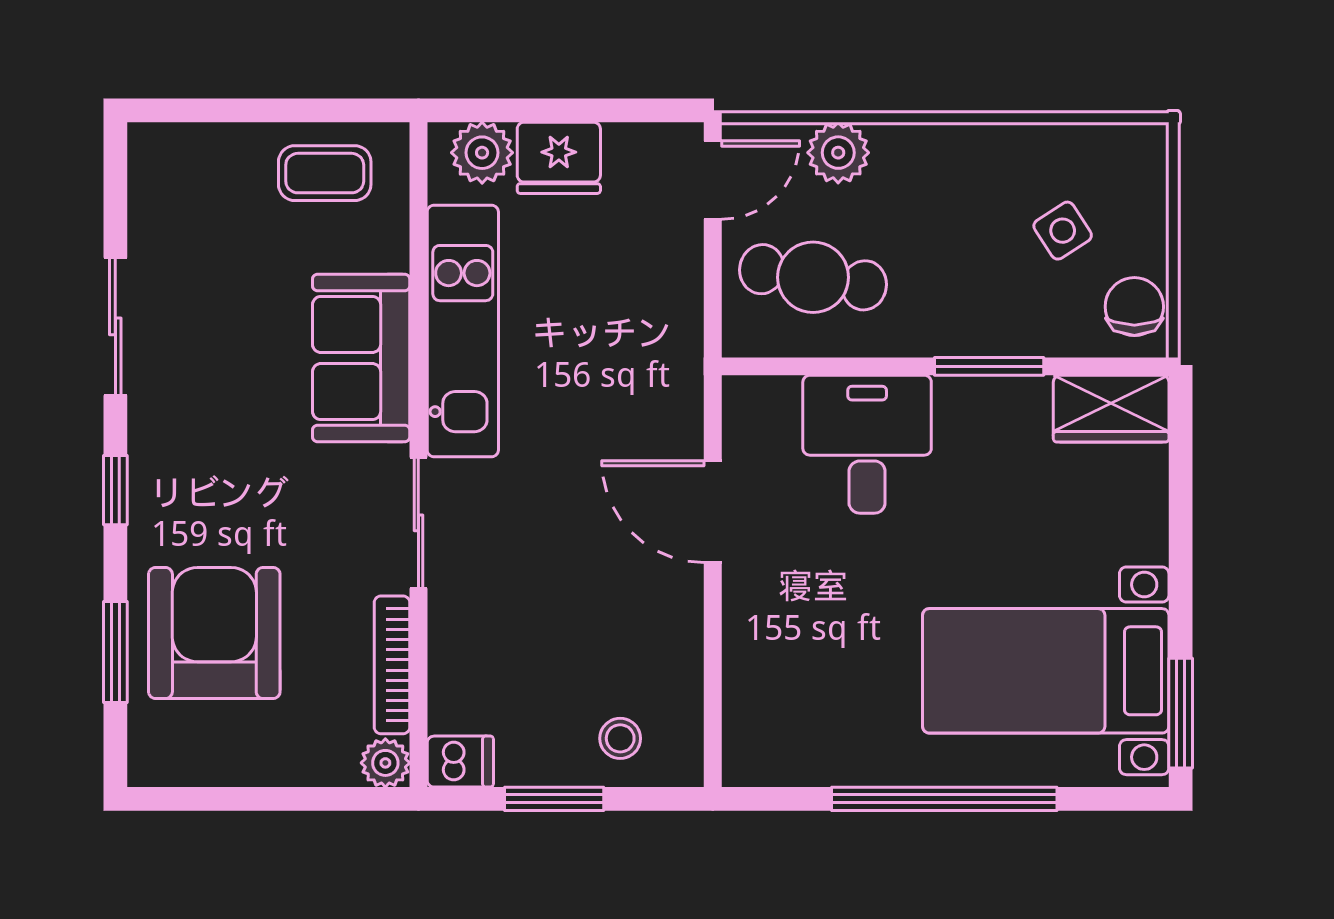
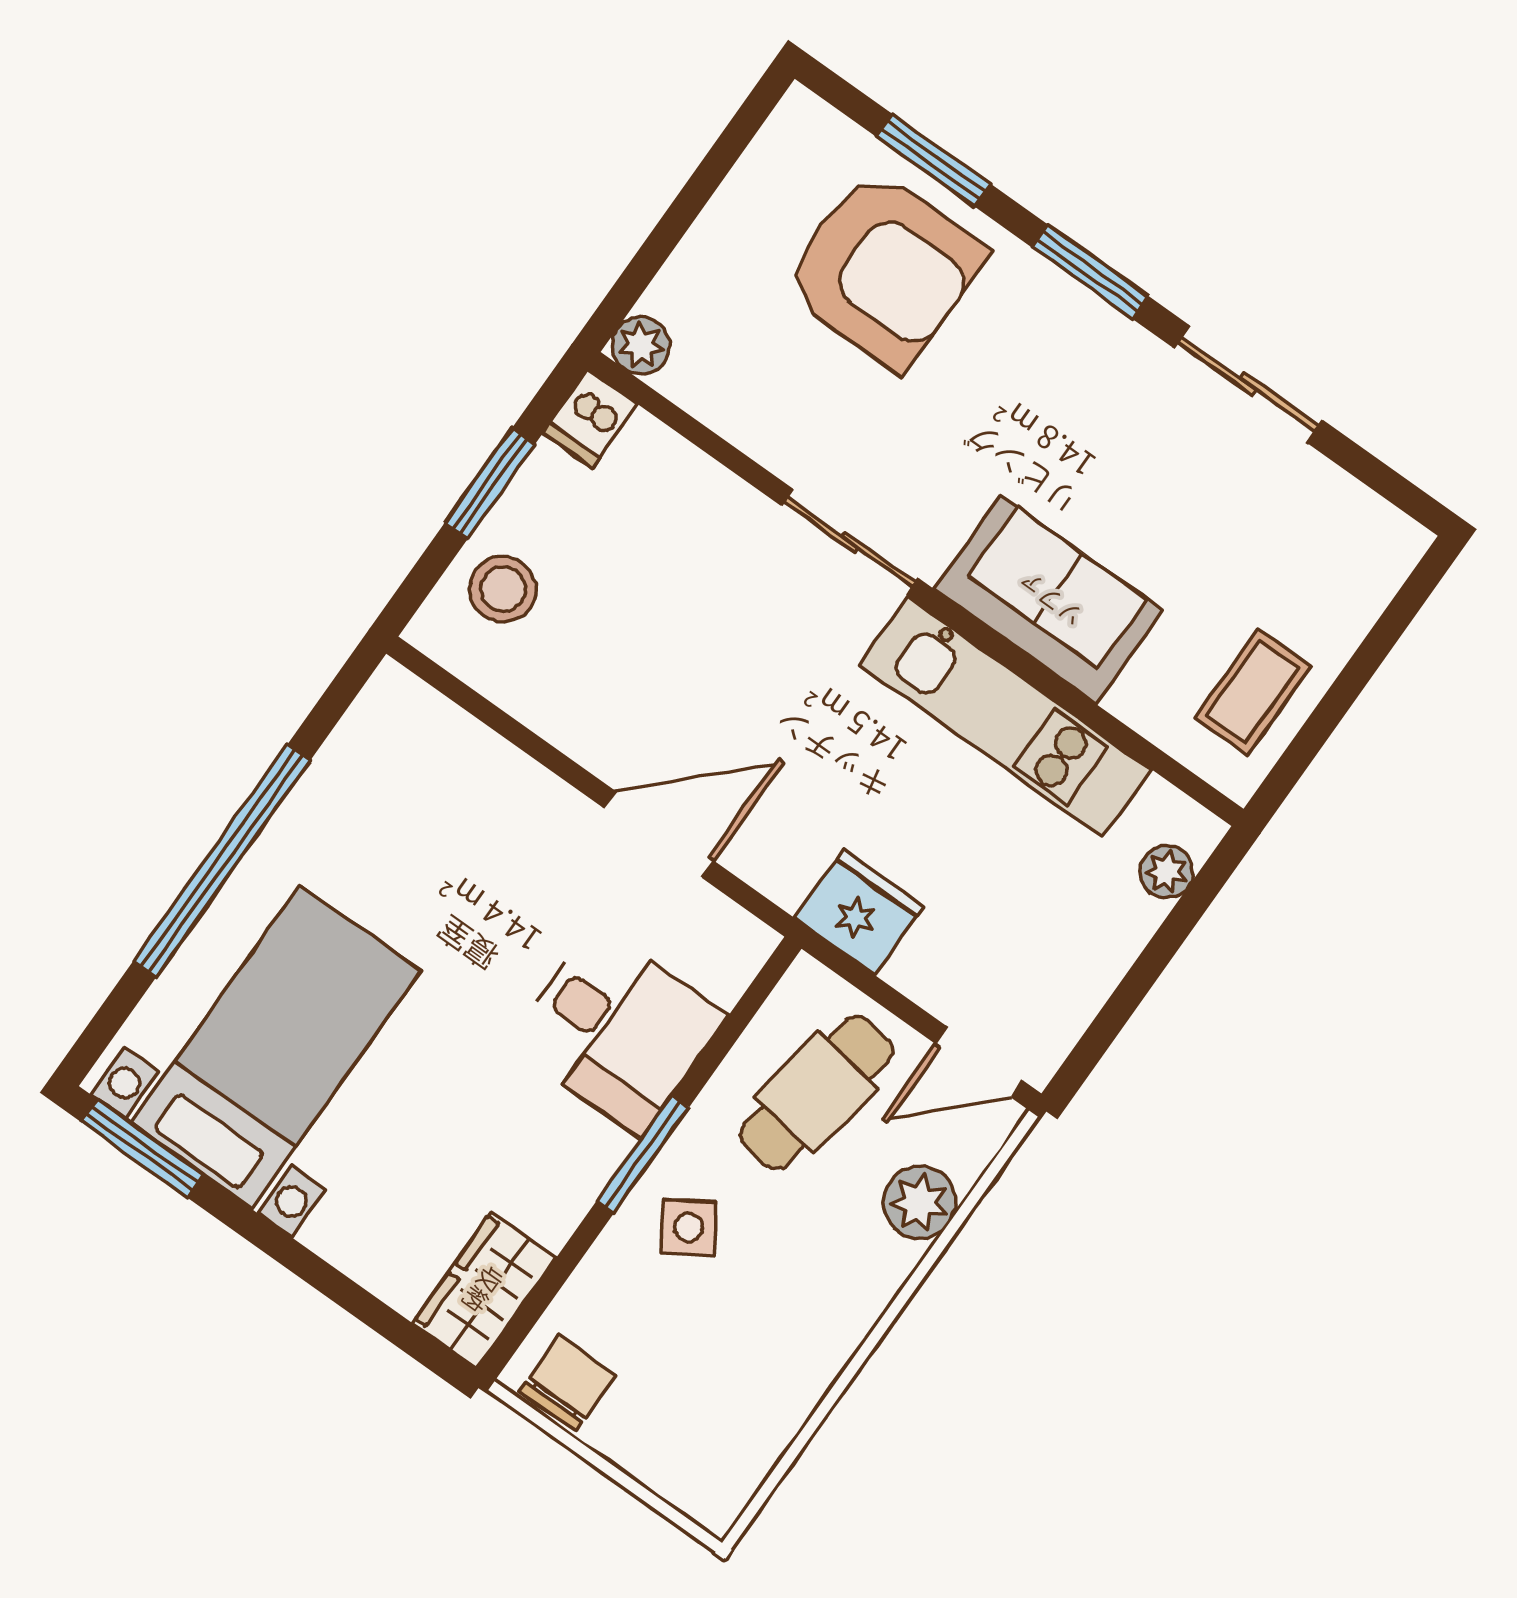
plant: (482, 153) -> (1167, 872), width x0.73, depth x0.73
fridge: (559, 158) -> (859, 912), moved, turned 90
door: (713, 180) -> (979, 1062), hinge flipped
side table: (1063, 231) -> (689, 1228), moved
chair: (1134, 307) -> (567, 1383), turned -90
window: (989, 366) -> (643, 1154), moved
window: (115, 490) -> (1090, 272), width x1.50
bookcase: (392, 665) -> (731, 419), removed
stool: (620, 738) -> (503, 589), width x1.37, depth x1.37

